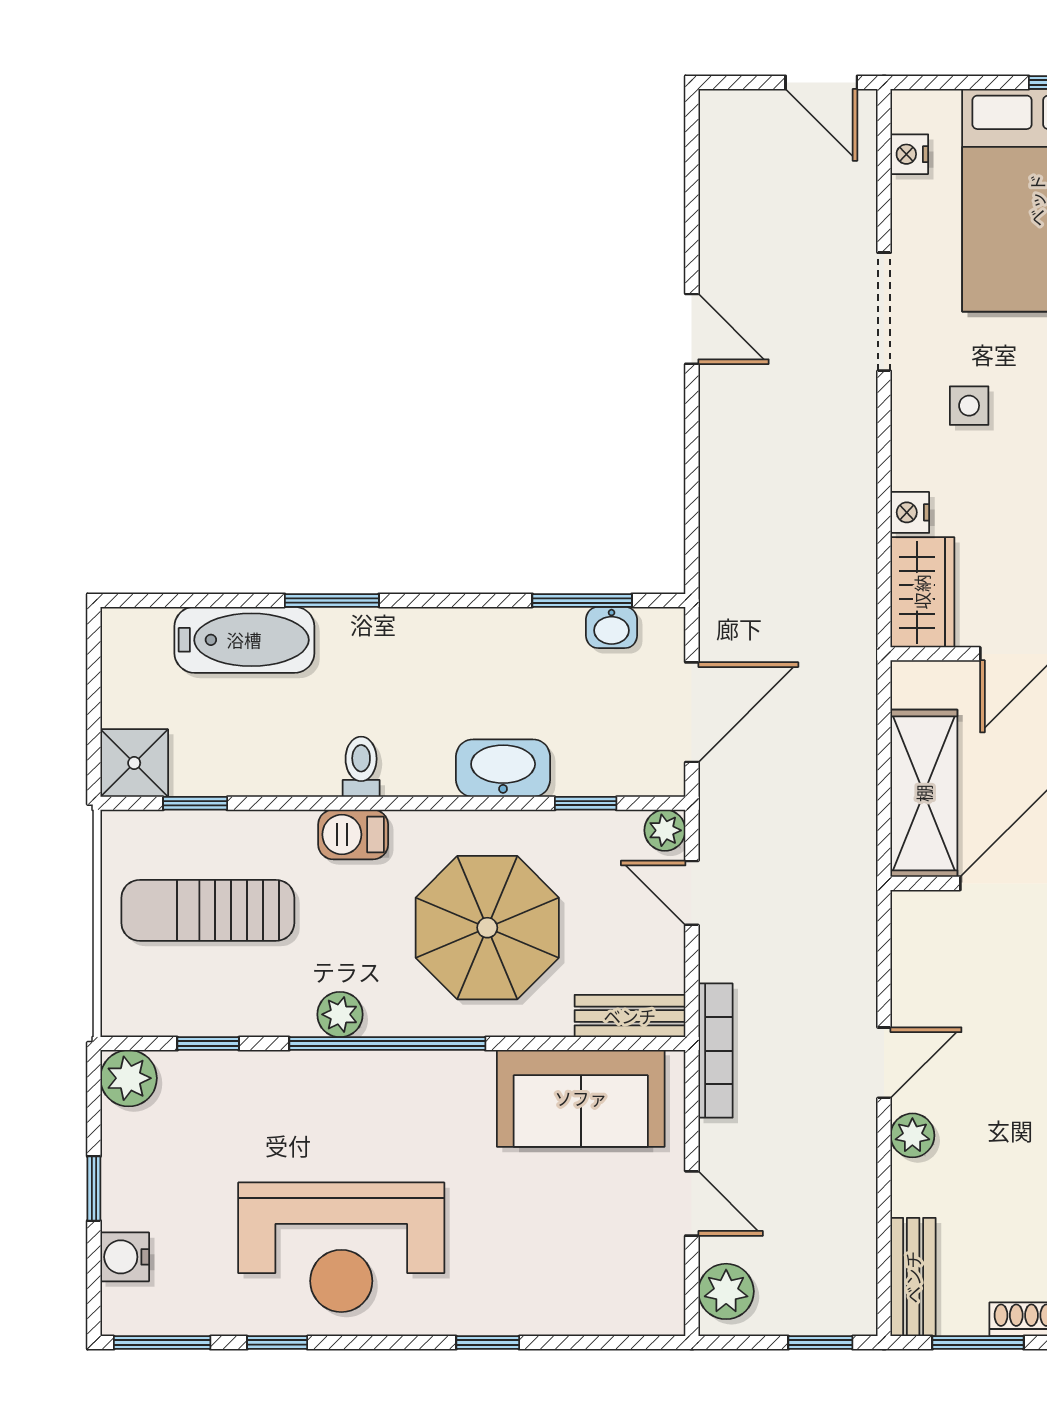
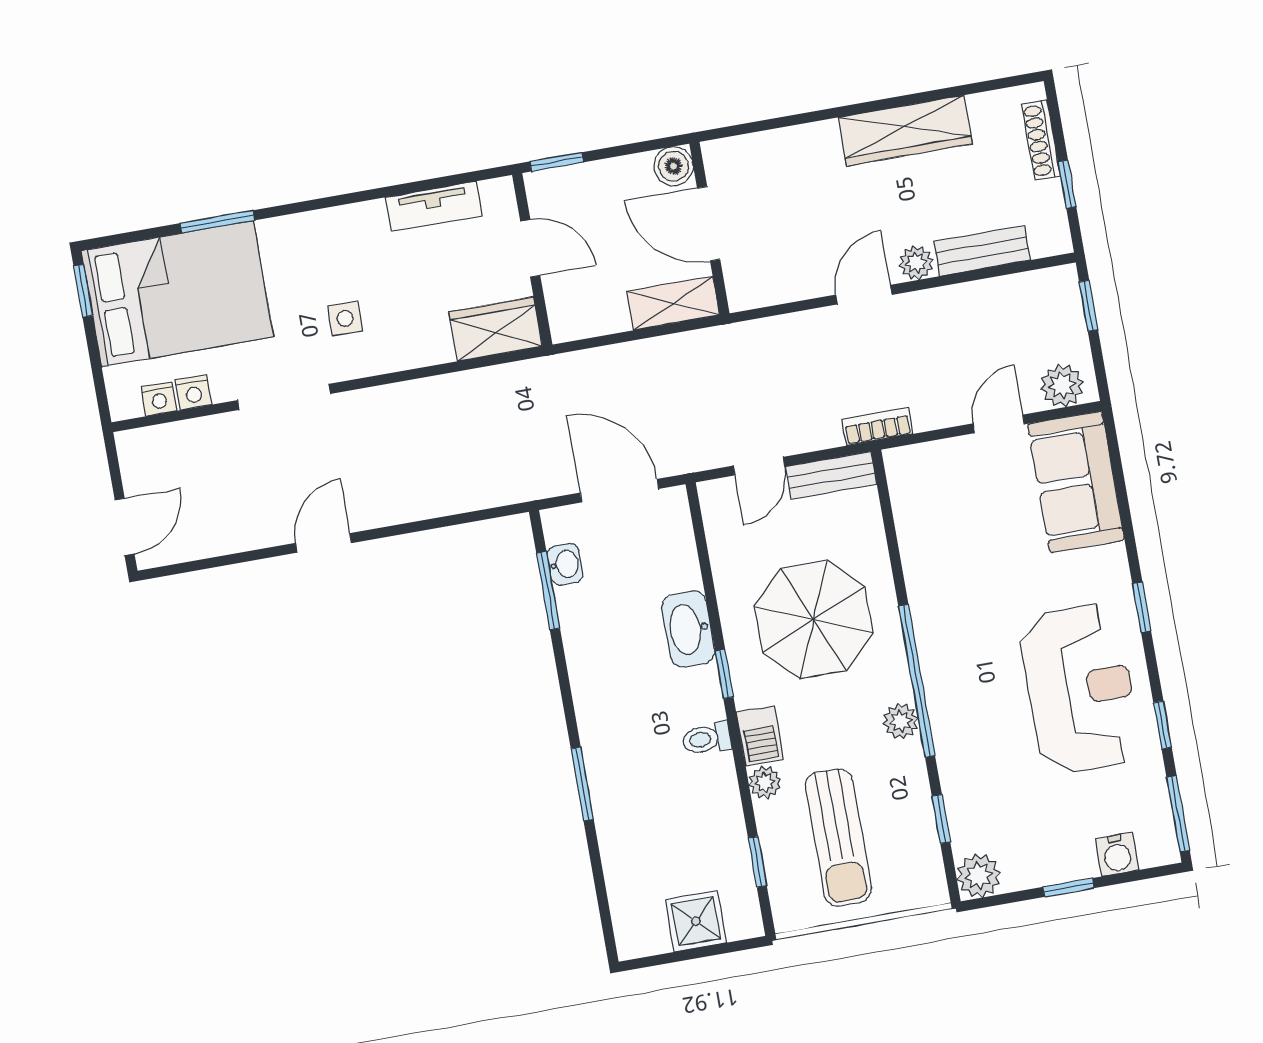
door: (821, 83) -> (125, 527), moved
nightstand: (910, 512) -> (194, 392), moved
bathtub: (244, 640) -> (624, 846), removed
shower: (134, 763) -> (696, 921), moved
shelving: (924, 793) -> (673, 303), width x0.67, depth x0.75
window: (586, 803) -> (724, 674), moved
plant: (665, 830) -> (765, 782), moved
bench: (630, 1016) -> (831, 475), moved, turned 90
bookcase: (715, 1051) -> (877, 426), width x0.64
door: (884, 1063) -> (864, 295), hinge flipped
sofa: (581, 1098) -> (1076, 482), moved, turned 180
bench: (913, 1277) -> (982, 251), moved
window: (488, 1343) -> (1142, 607), moved
window: (978, 1343) -> (1067, 184), width x0.67

